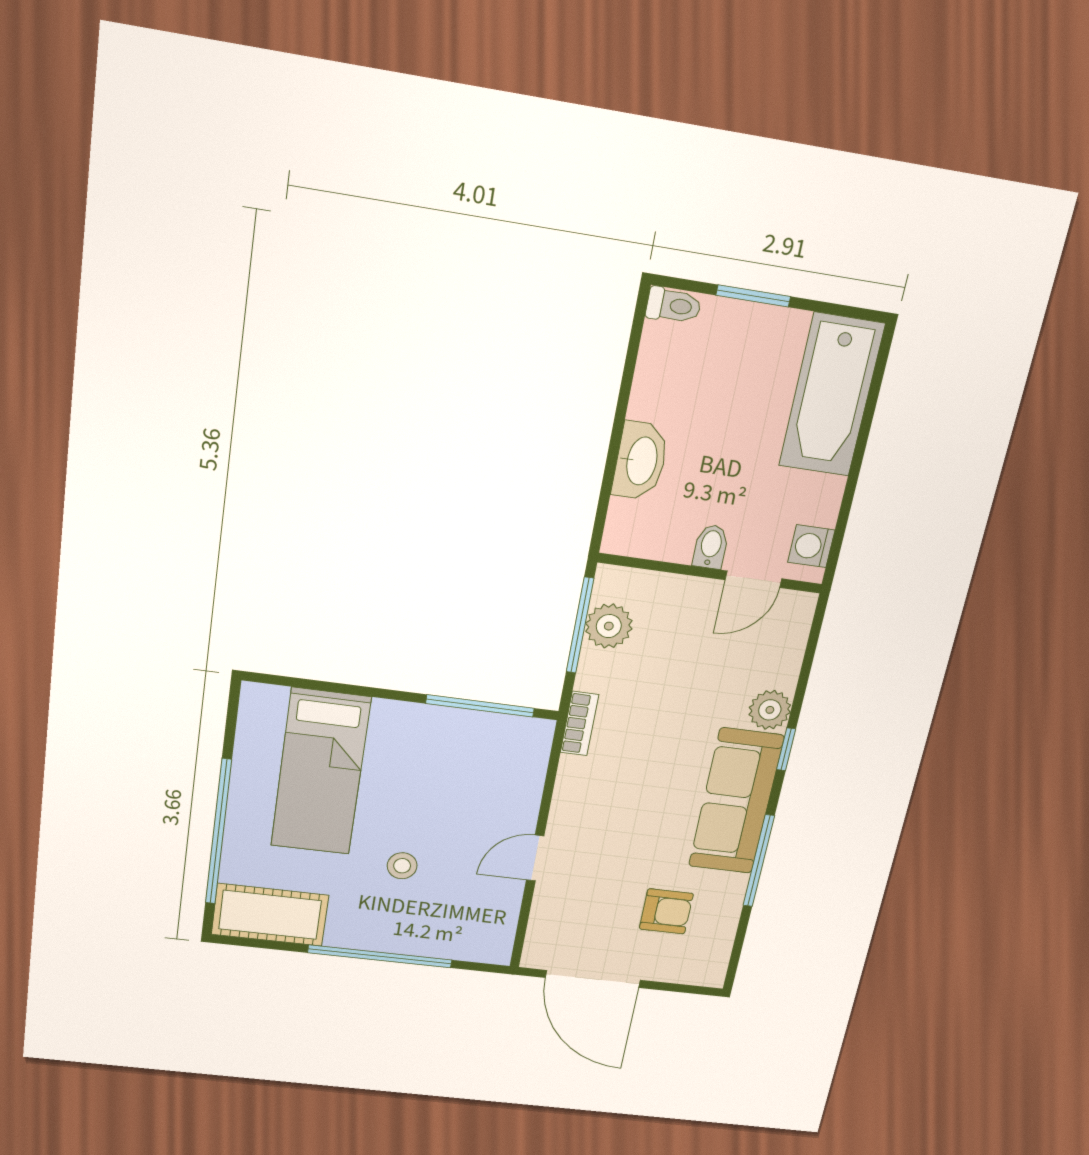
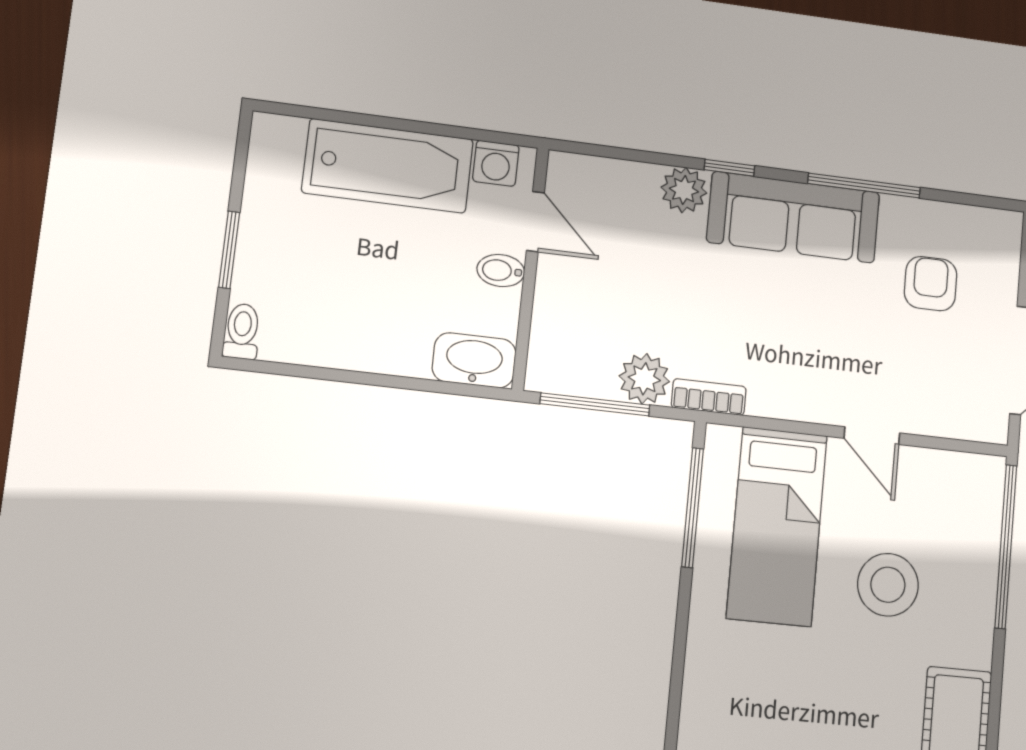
bathtub: (832, 395) -> (388, 166), moved
washbasin: (640, 461) -> (474, 360), moved
plant: (609, 626) -> (644, 379), moved
bed: (321, 772) -> (777, 526), moved, turned 90
stool: (402, 866) -> (888, 585), width x1.89, depth x1.89
window: (380, 956) -> (1006, 547), moved

